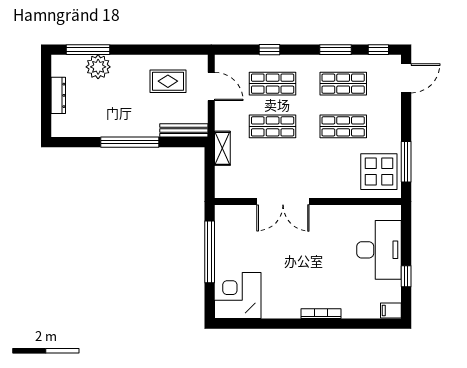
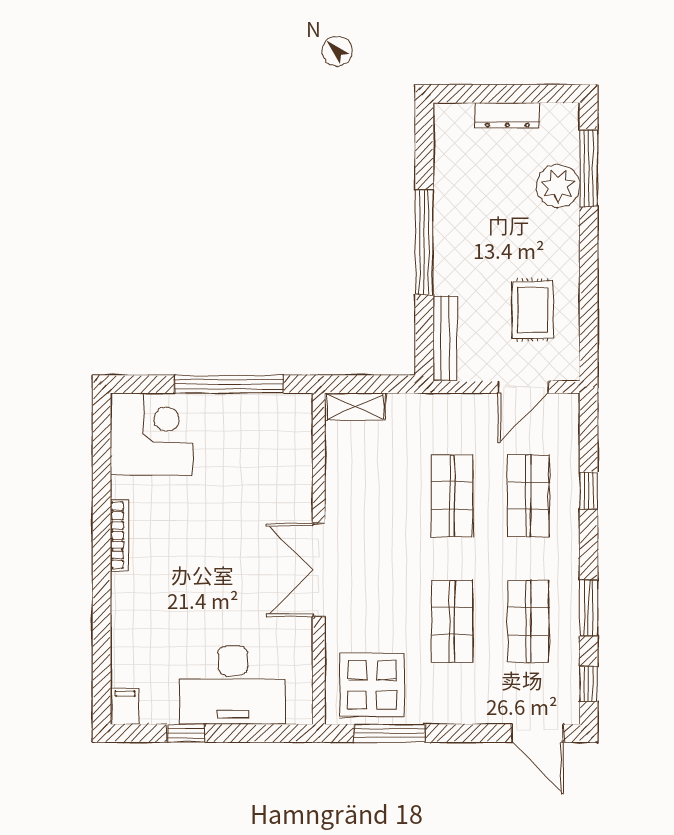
shelving: (222, 148) -> (355, 407), moved
double door: (283, 202) -> (319, 570), moved
bookcase: (321, 314) -> (119, 535), moved

